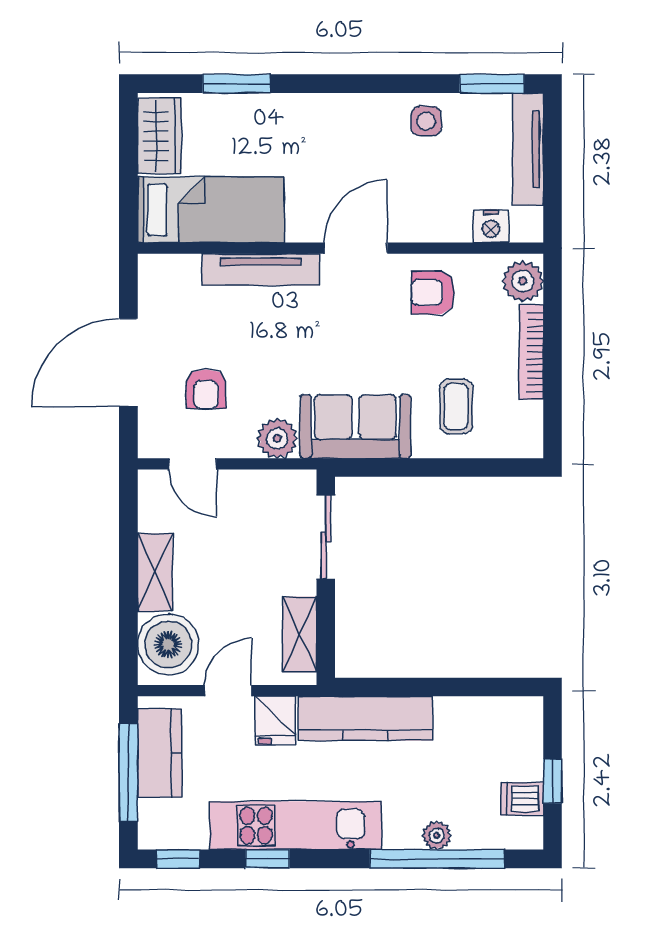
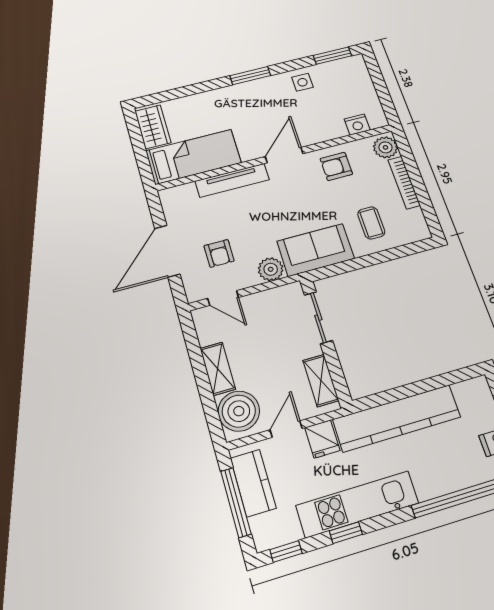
window: (236, 84) -> (250, 76), moved
tv unit: (528, 149) -> (364, 82), removed
kitchen counter: (365, 718) -> (397, 418), width x1.39, depth x1.17
plant: (437, 836) -> (451, 483), removed

